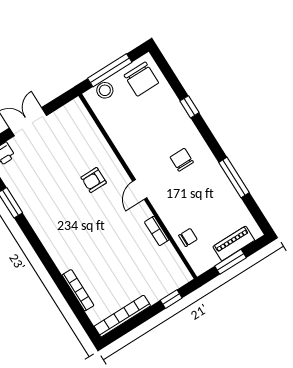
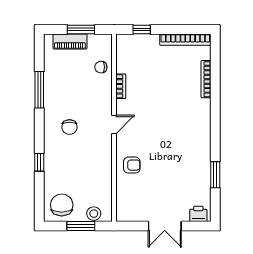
window: (110, 70) -> (81, 226), width x0.69
armchair: (94, 180) -> (132, 165), moved

